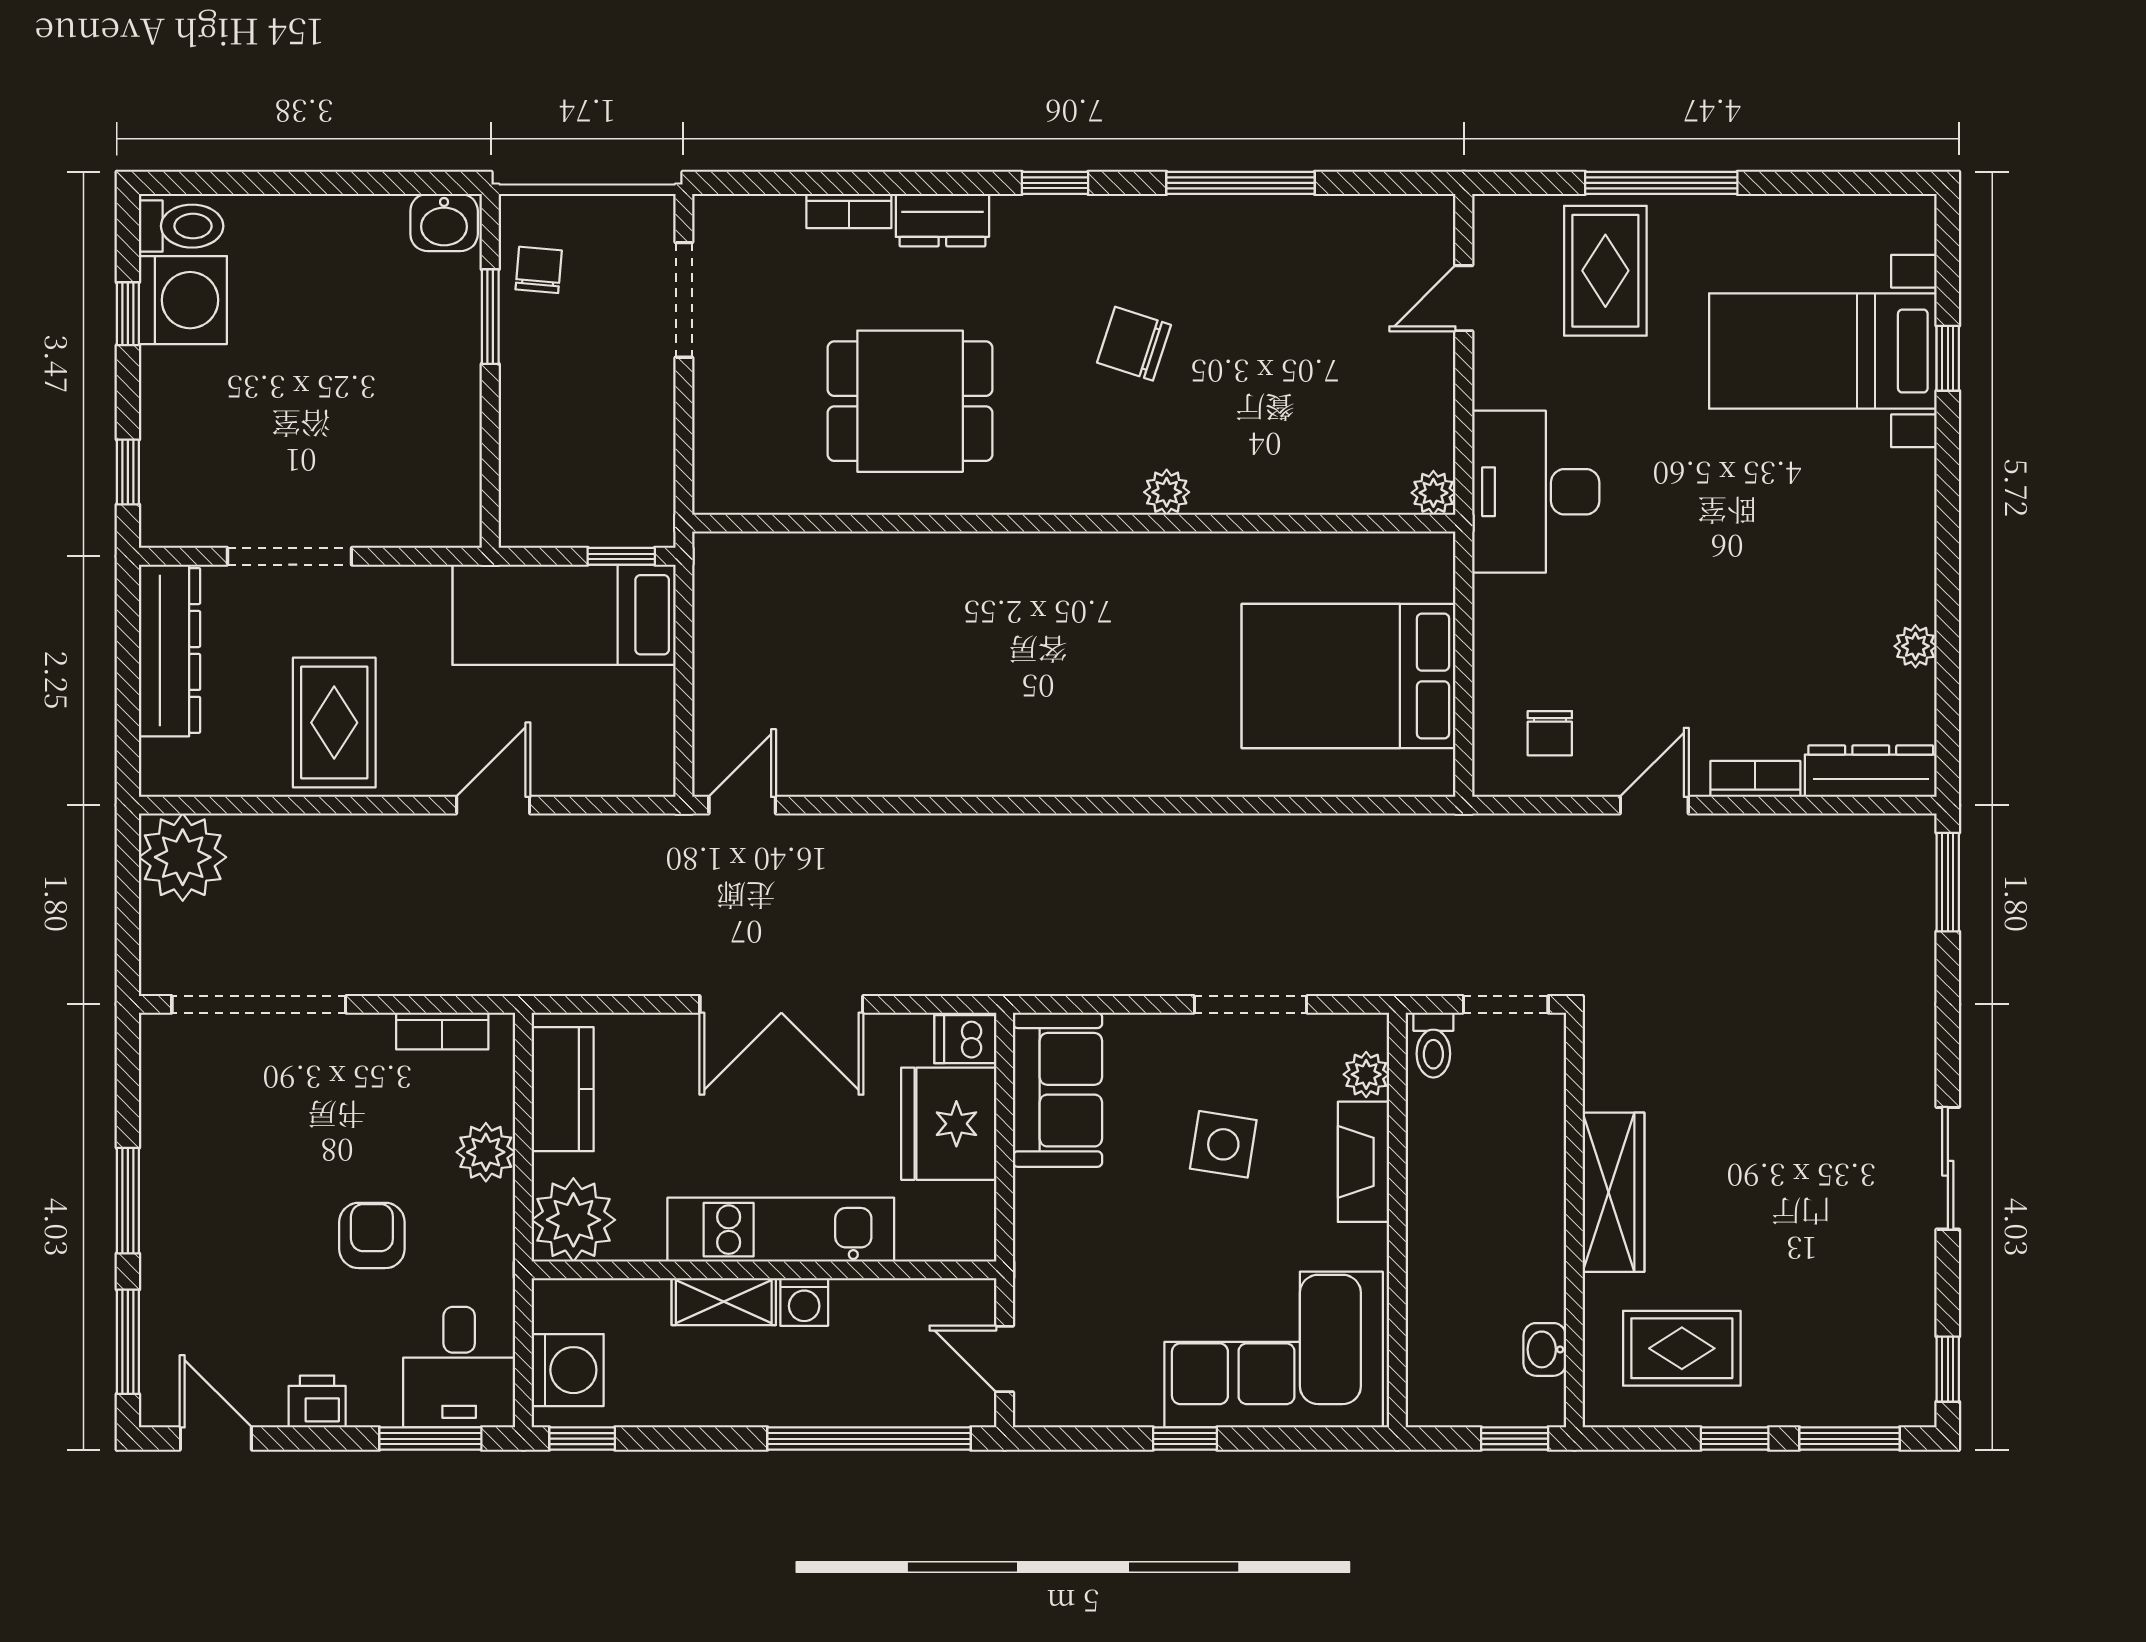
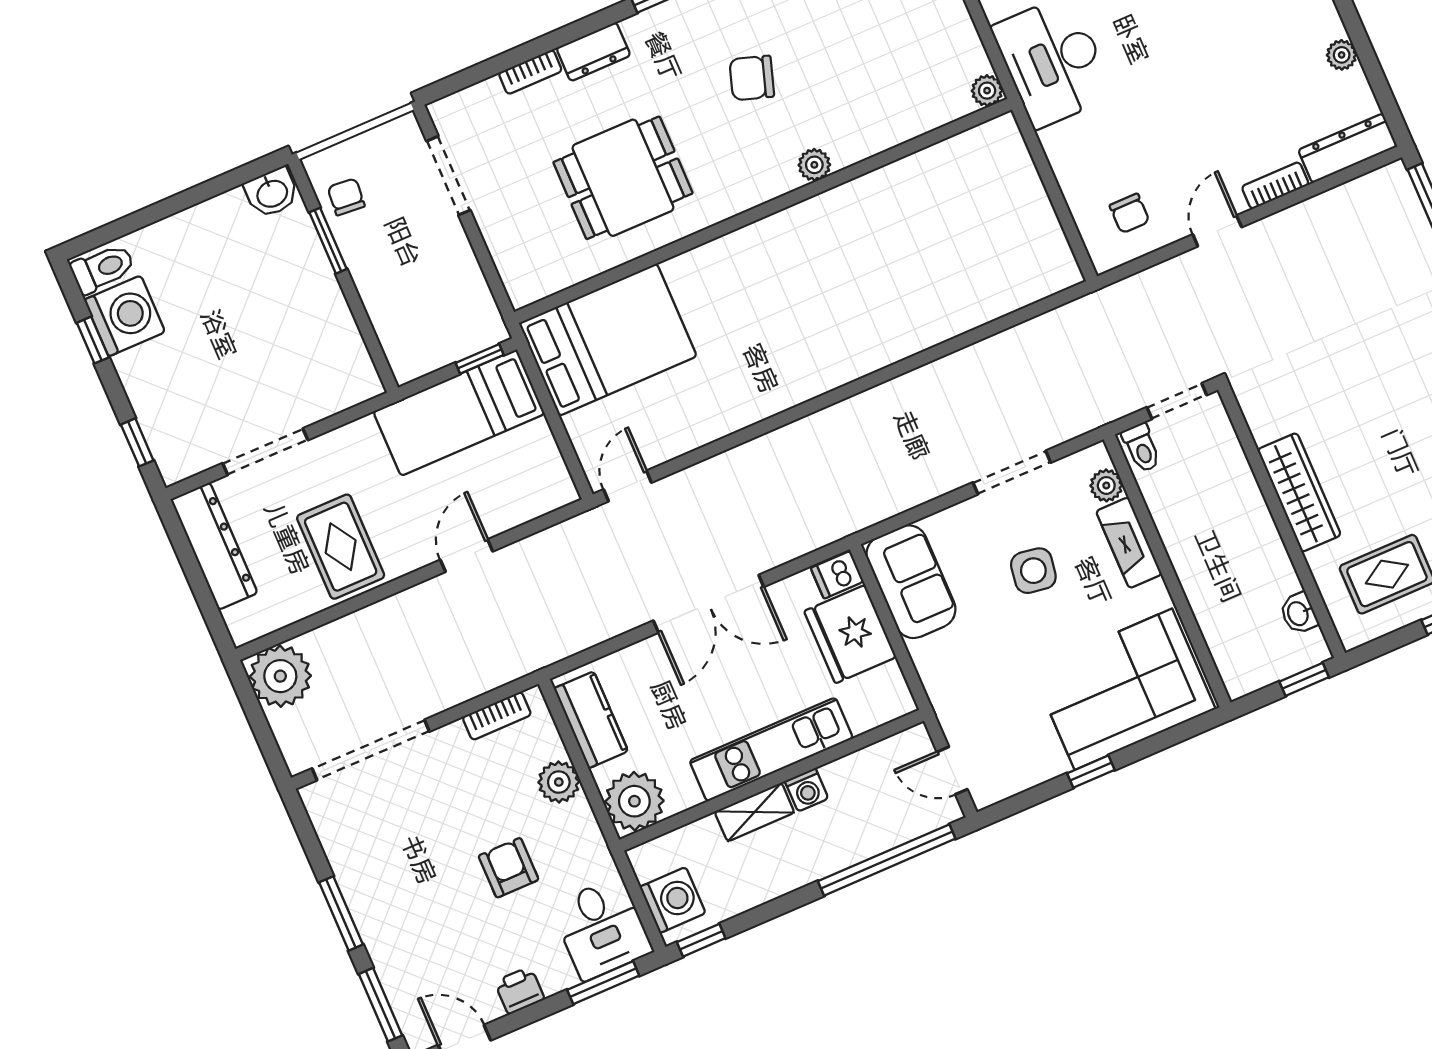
bed: (1349, 676) -> (608, 340), moved, turned 180

